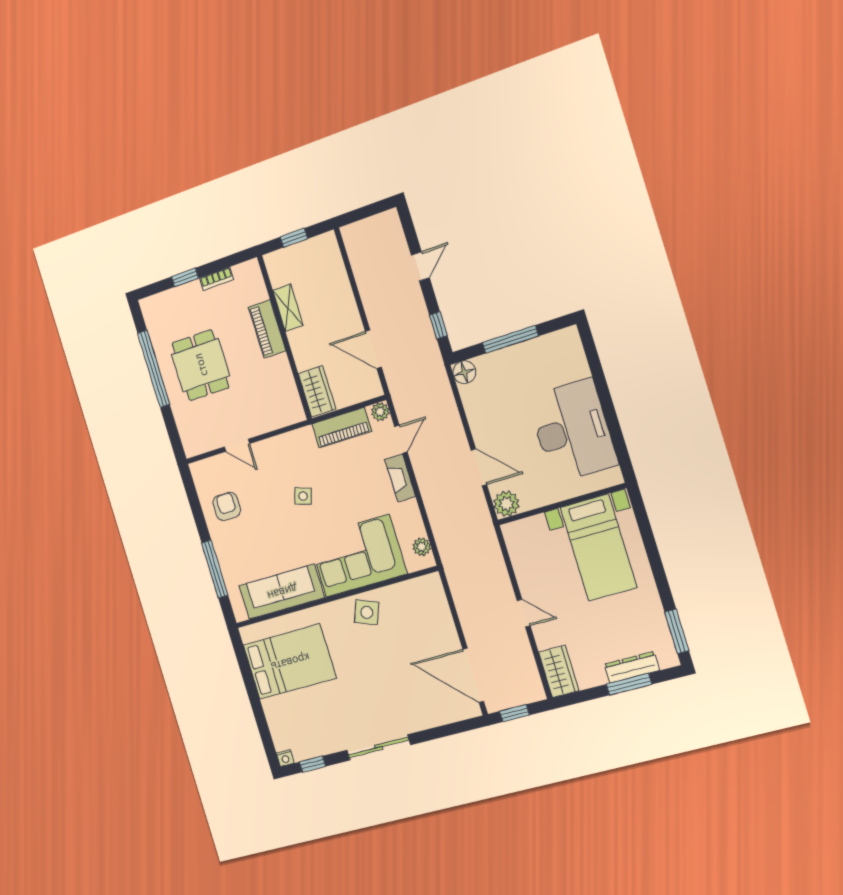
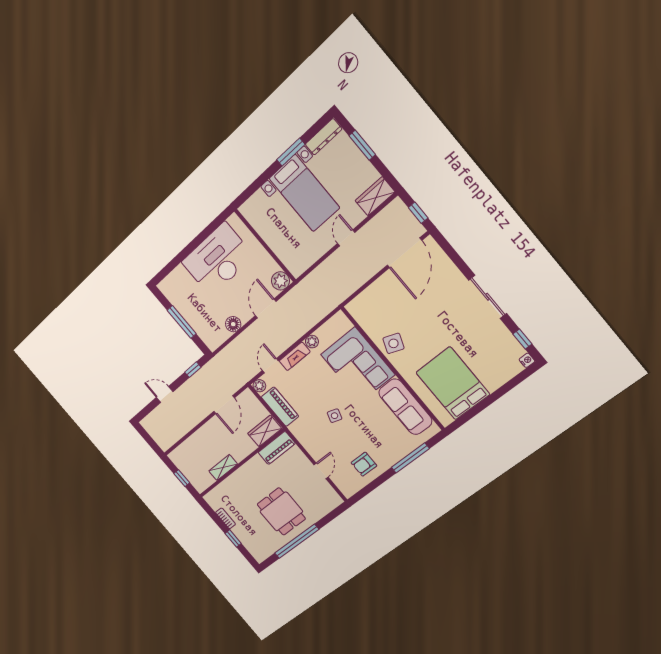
piano: (267, 329) -> (277, 448), moved
dining table: (201, 365) -> (281, 511), turned 90
floor lamp: (464, 372) -> (233, 324), moved
door: (401, 439) -> (270, 366), hinge flipped
plant: (422, 547) -> (312, 342), moved
bed with nightstands: (599, 547) -> (304, 193), moved, turned 90
window: (677, 631) -> (291, 152), moved
dresser: (632, 667) -> (324, 137), moved, turned -90

